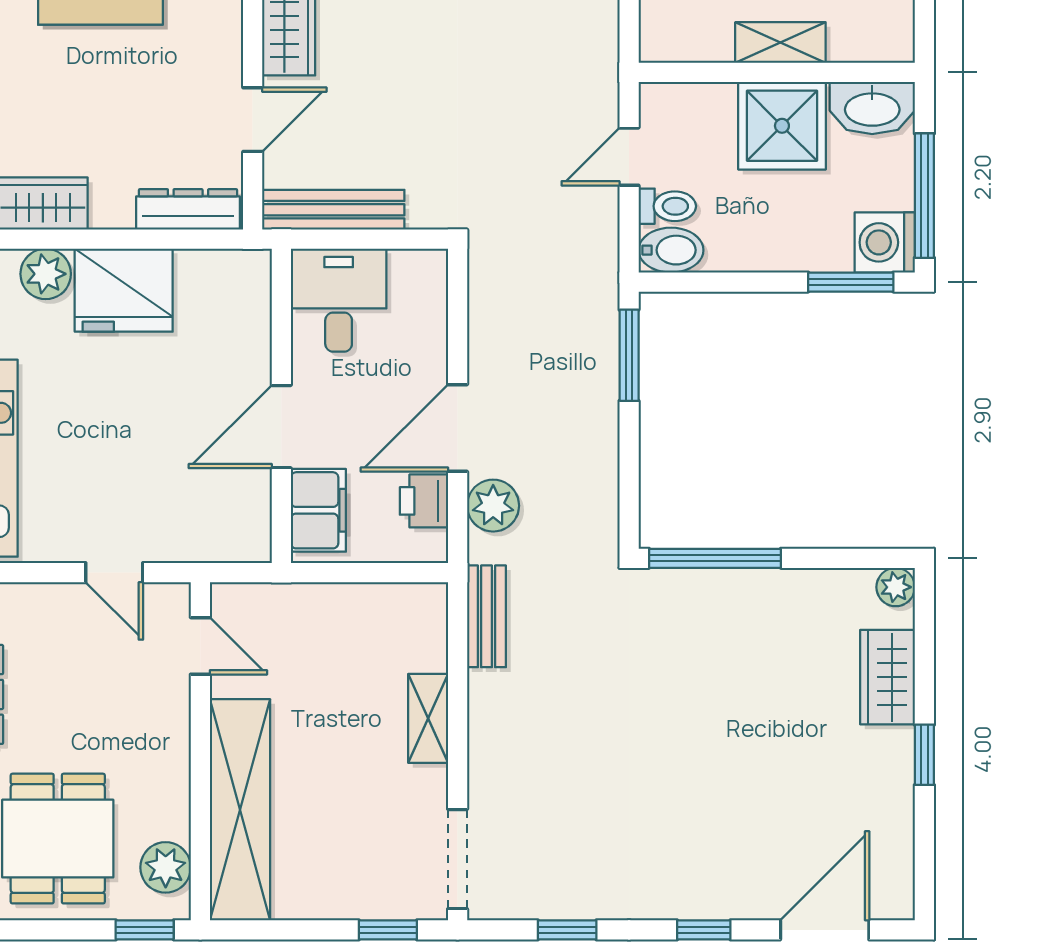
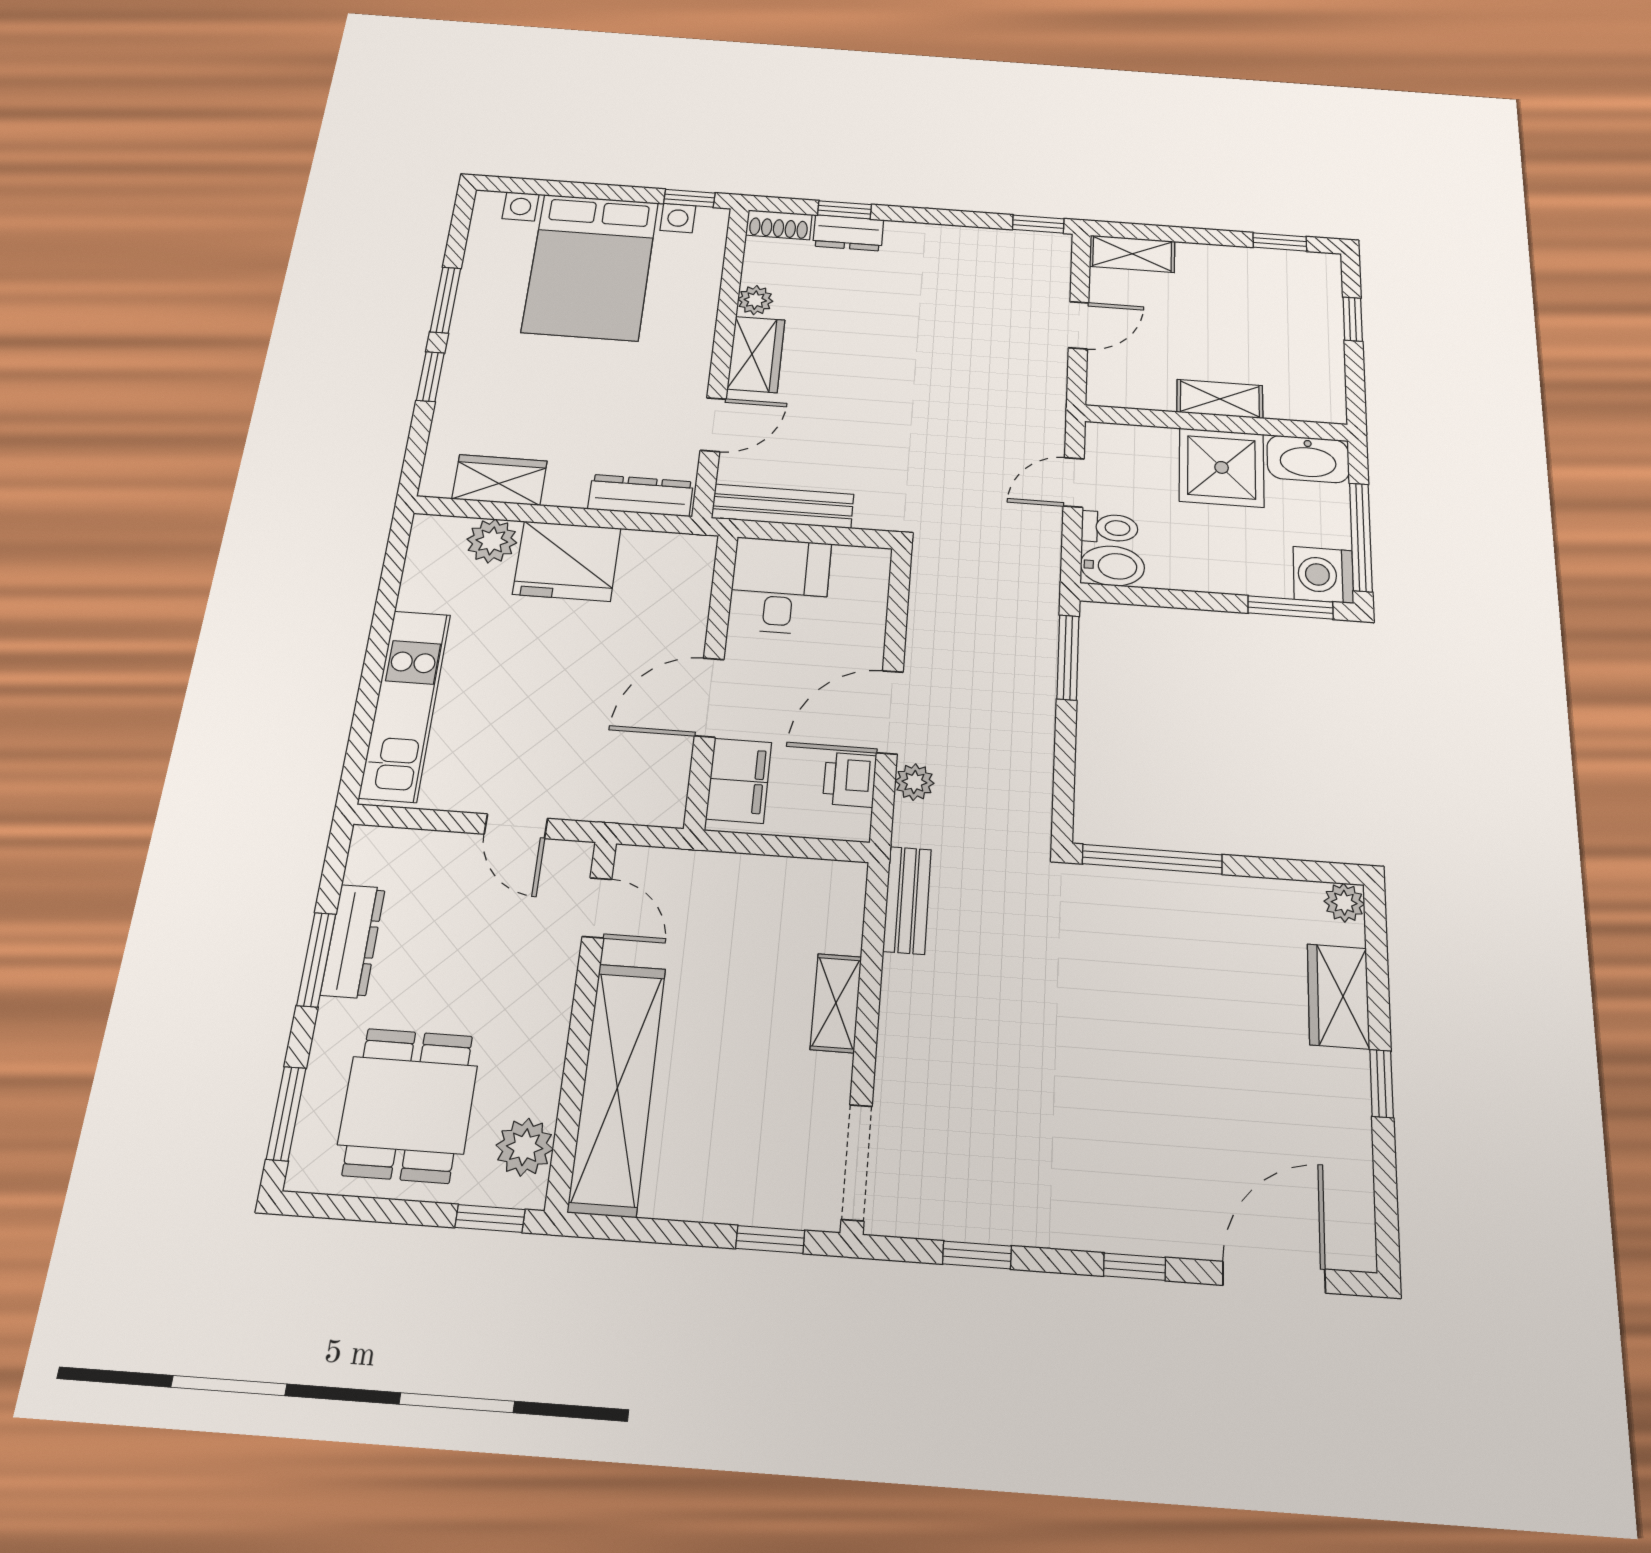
plant: (493, 506) -> (914, 782), width x0.73, depth x0.73

